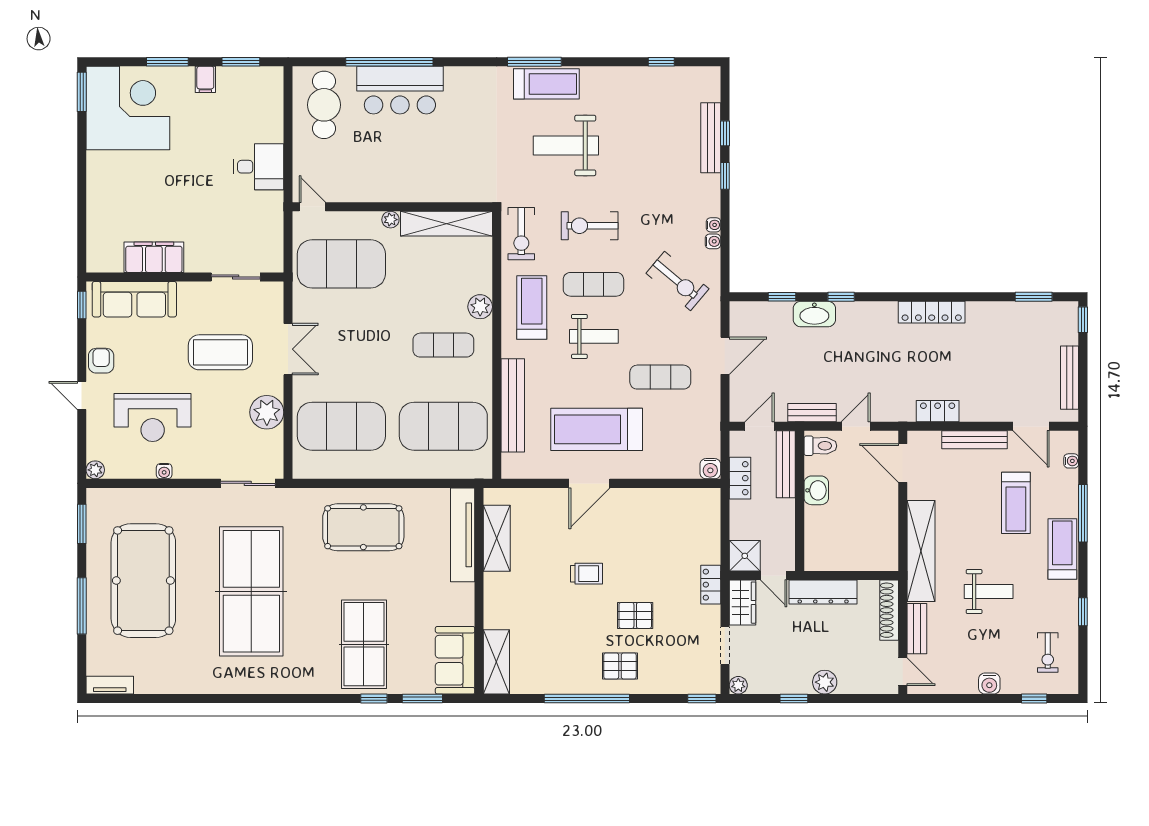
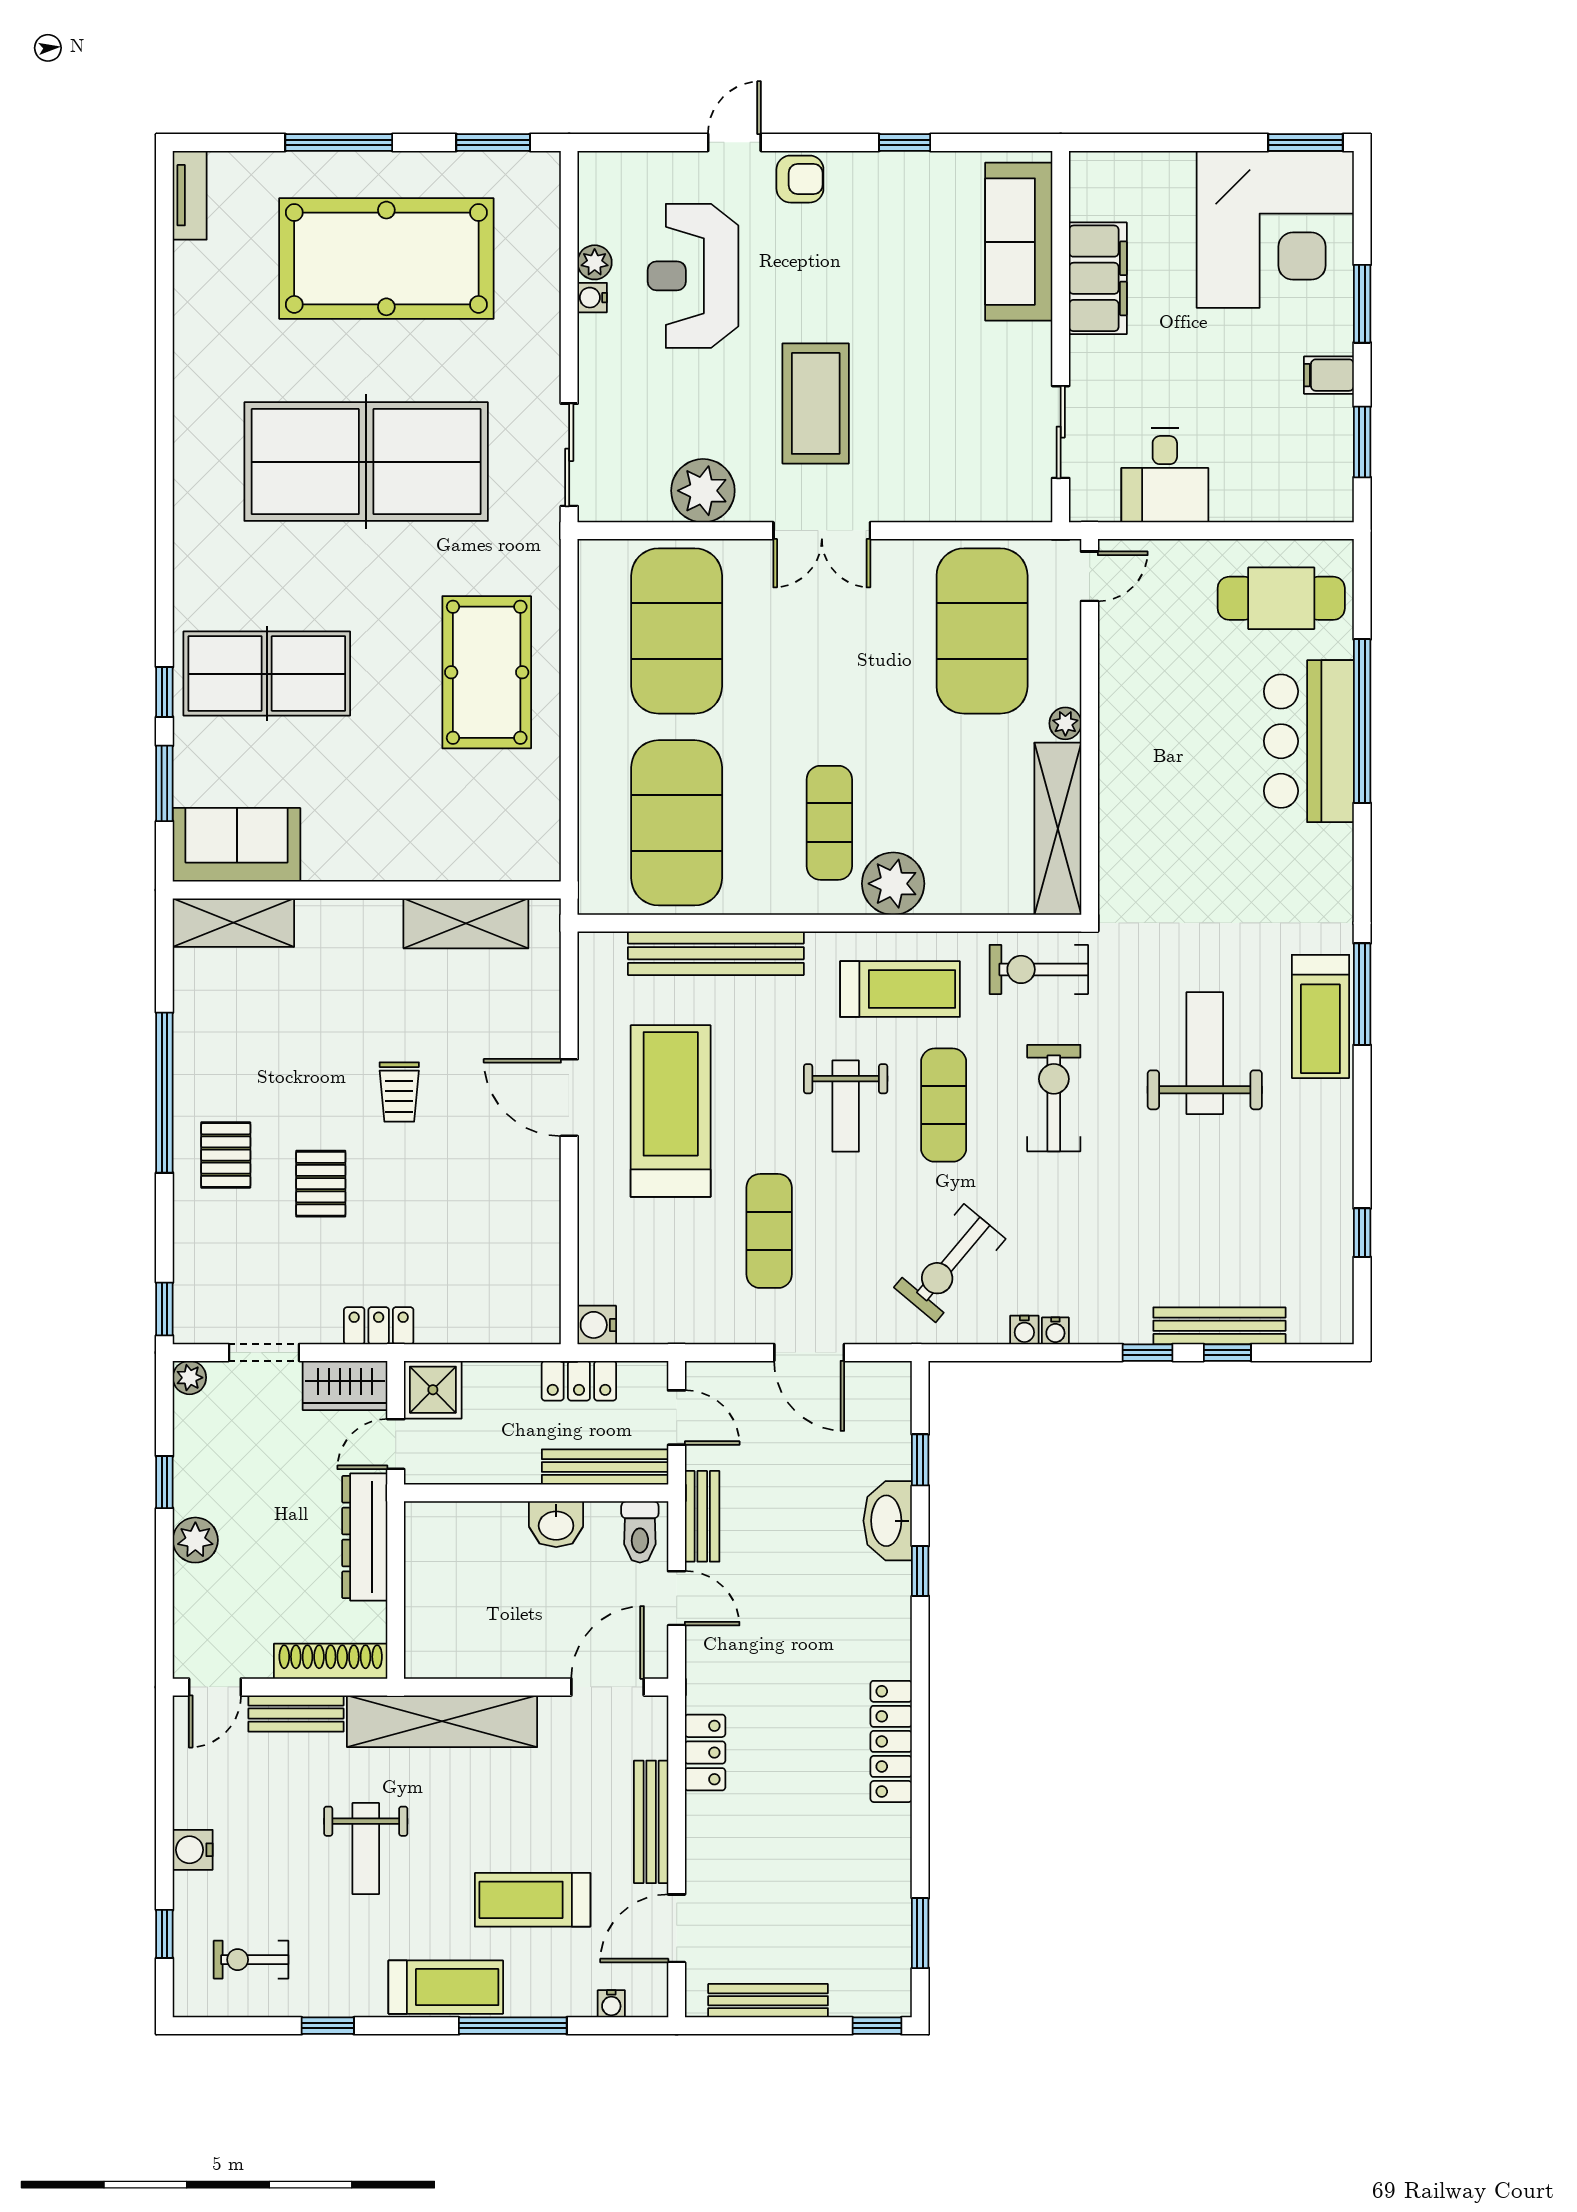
filing cabinet: (154, 257) -> (1098, 278), moved
wall: (185, 277) -> (1061, 337), moved
sliding door: (236, 277) -> (1061, 432), moved
sofa: (134, 299) -> (1019, 242), moved
plant: (480, 307) -> (893, 884), width x1.36, depth x1.36
plant: (95, 470) -> (595, 262), moved
tv unit: (463, 535) -> (472, 859), removed

